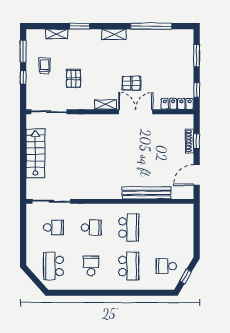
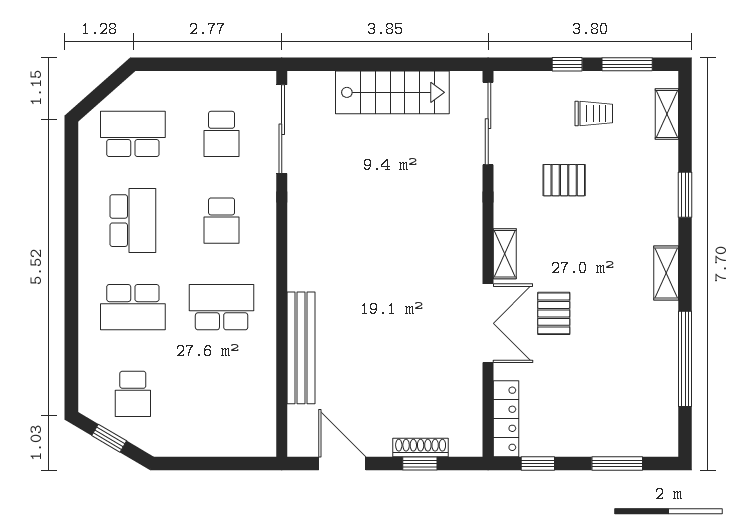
shelving: (57, 34) -> (667, 114), moved
school desk: (129, 227) -> (222, 307), turned 180
school desk: (91, 266) -> (133, 221), width x1.85
school desk: (166, 266) -> (133, 394), turned 180

